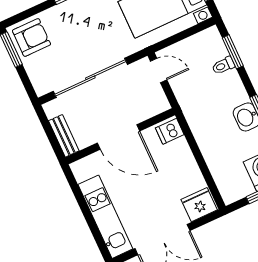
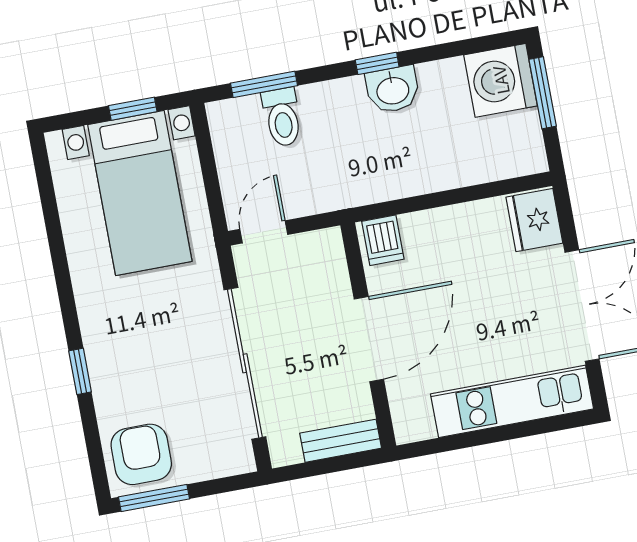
toilet: (223, 66) -> (282, 117), width x1.37, depth x1.39

